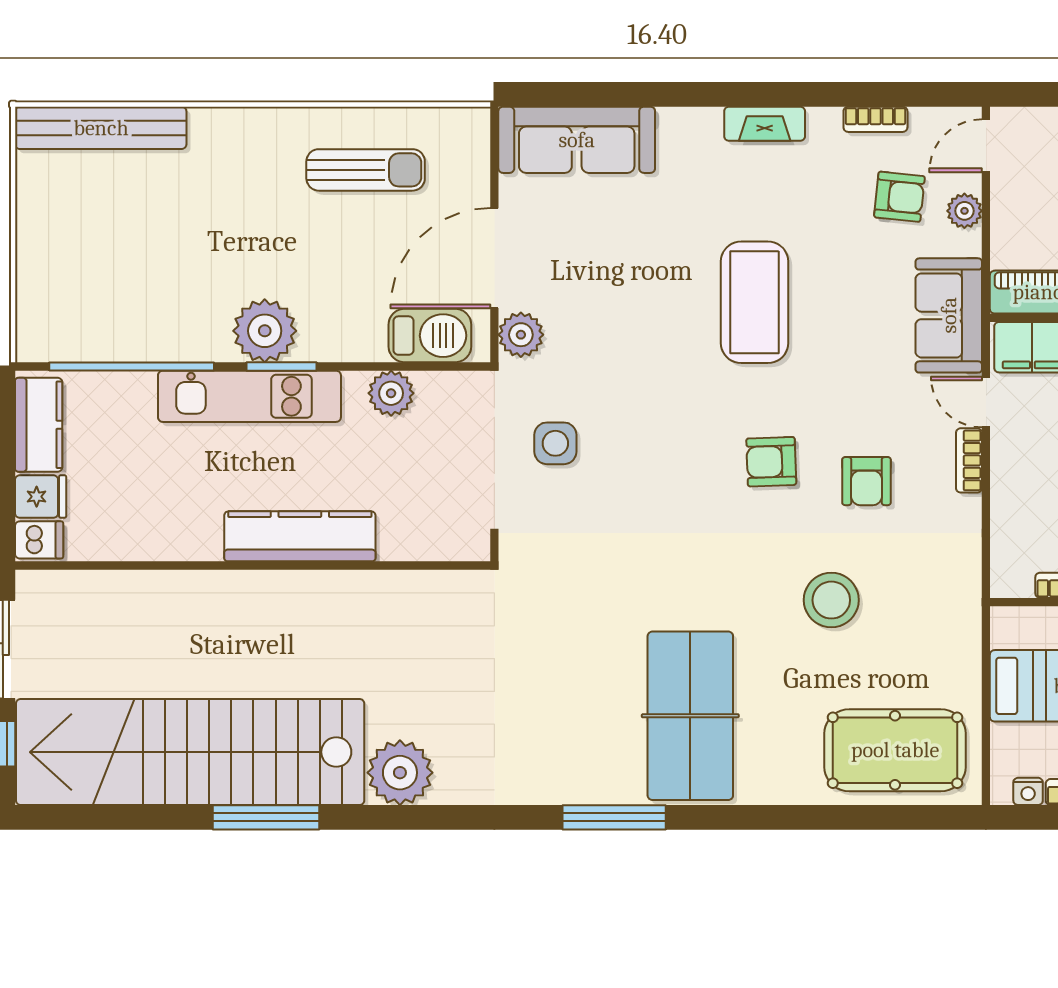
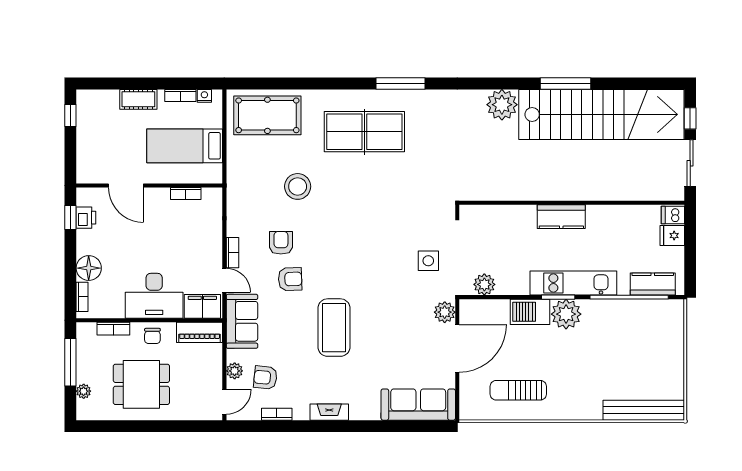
barbecue: (430, 336) -> (530, 312), moved
plant: (391, 393) -> (484, 284), moved
kitchen counter: (39, 425) -> (653, 284), moved, turned 90
armchair: (771, 462) -> (290, 279), moved
kitchen counter: (300, 536) -> (561, 217), width x0.67
table tennis table: (690, 716) -> (364, 132), turned 90

